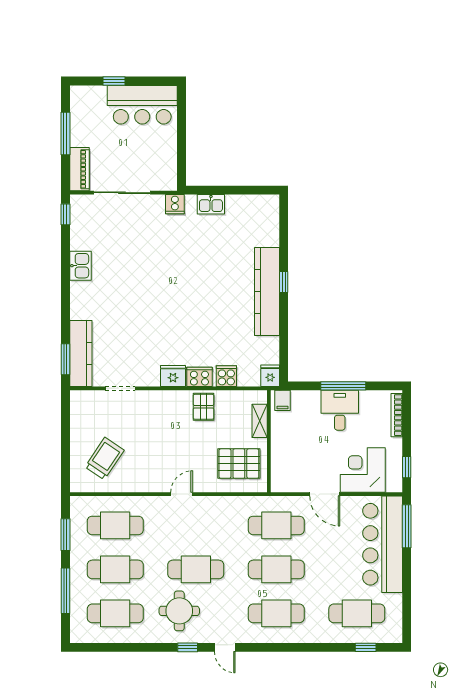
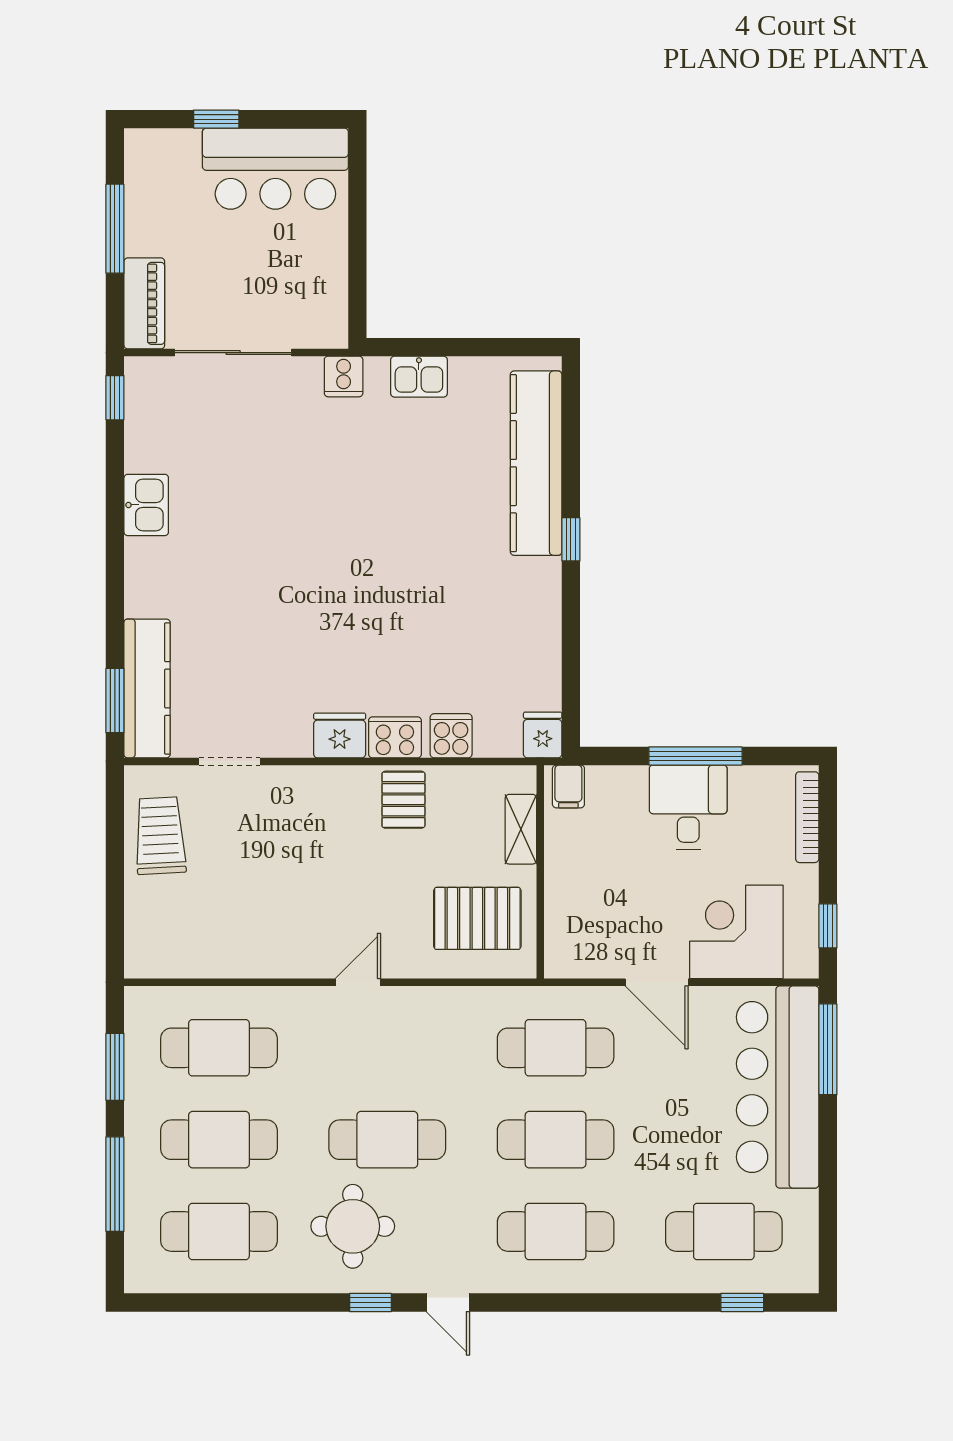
kitchen counter: (267, 292) -> (536, 463), moved
trolley: (105, 458) -> (160, 836), moved, turned -37

